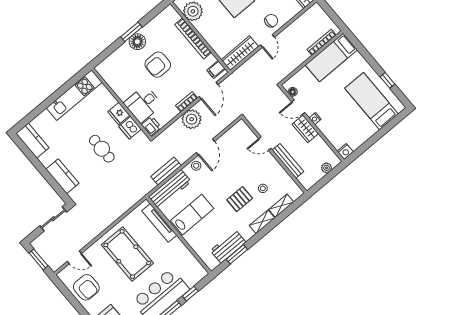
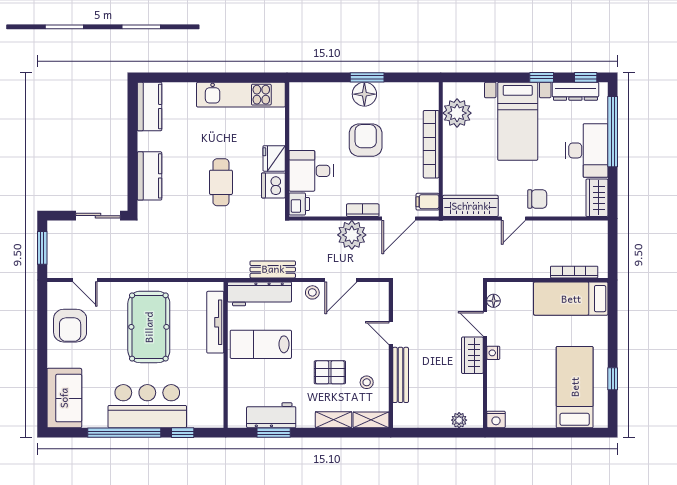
armchair: (158, 65) -> (366, 140), turned 90
door: (265, 144) -> (391, 333), moved
wall: (274, 155) -> (391, 355), moved
bench: (288, 161) -> (401, 375), moved
lab bench: (192, 215) -> (261, 344), turned 180

